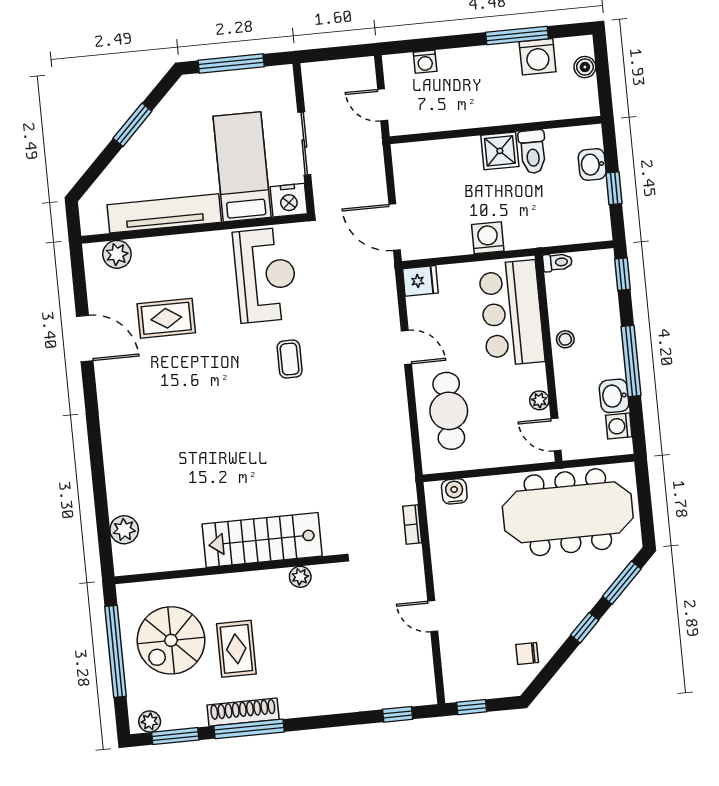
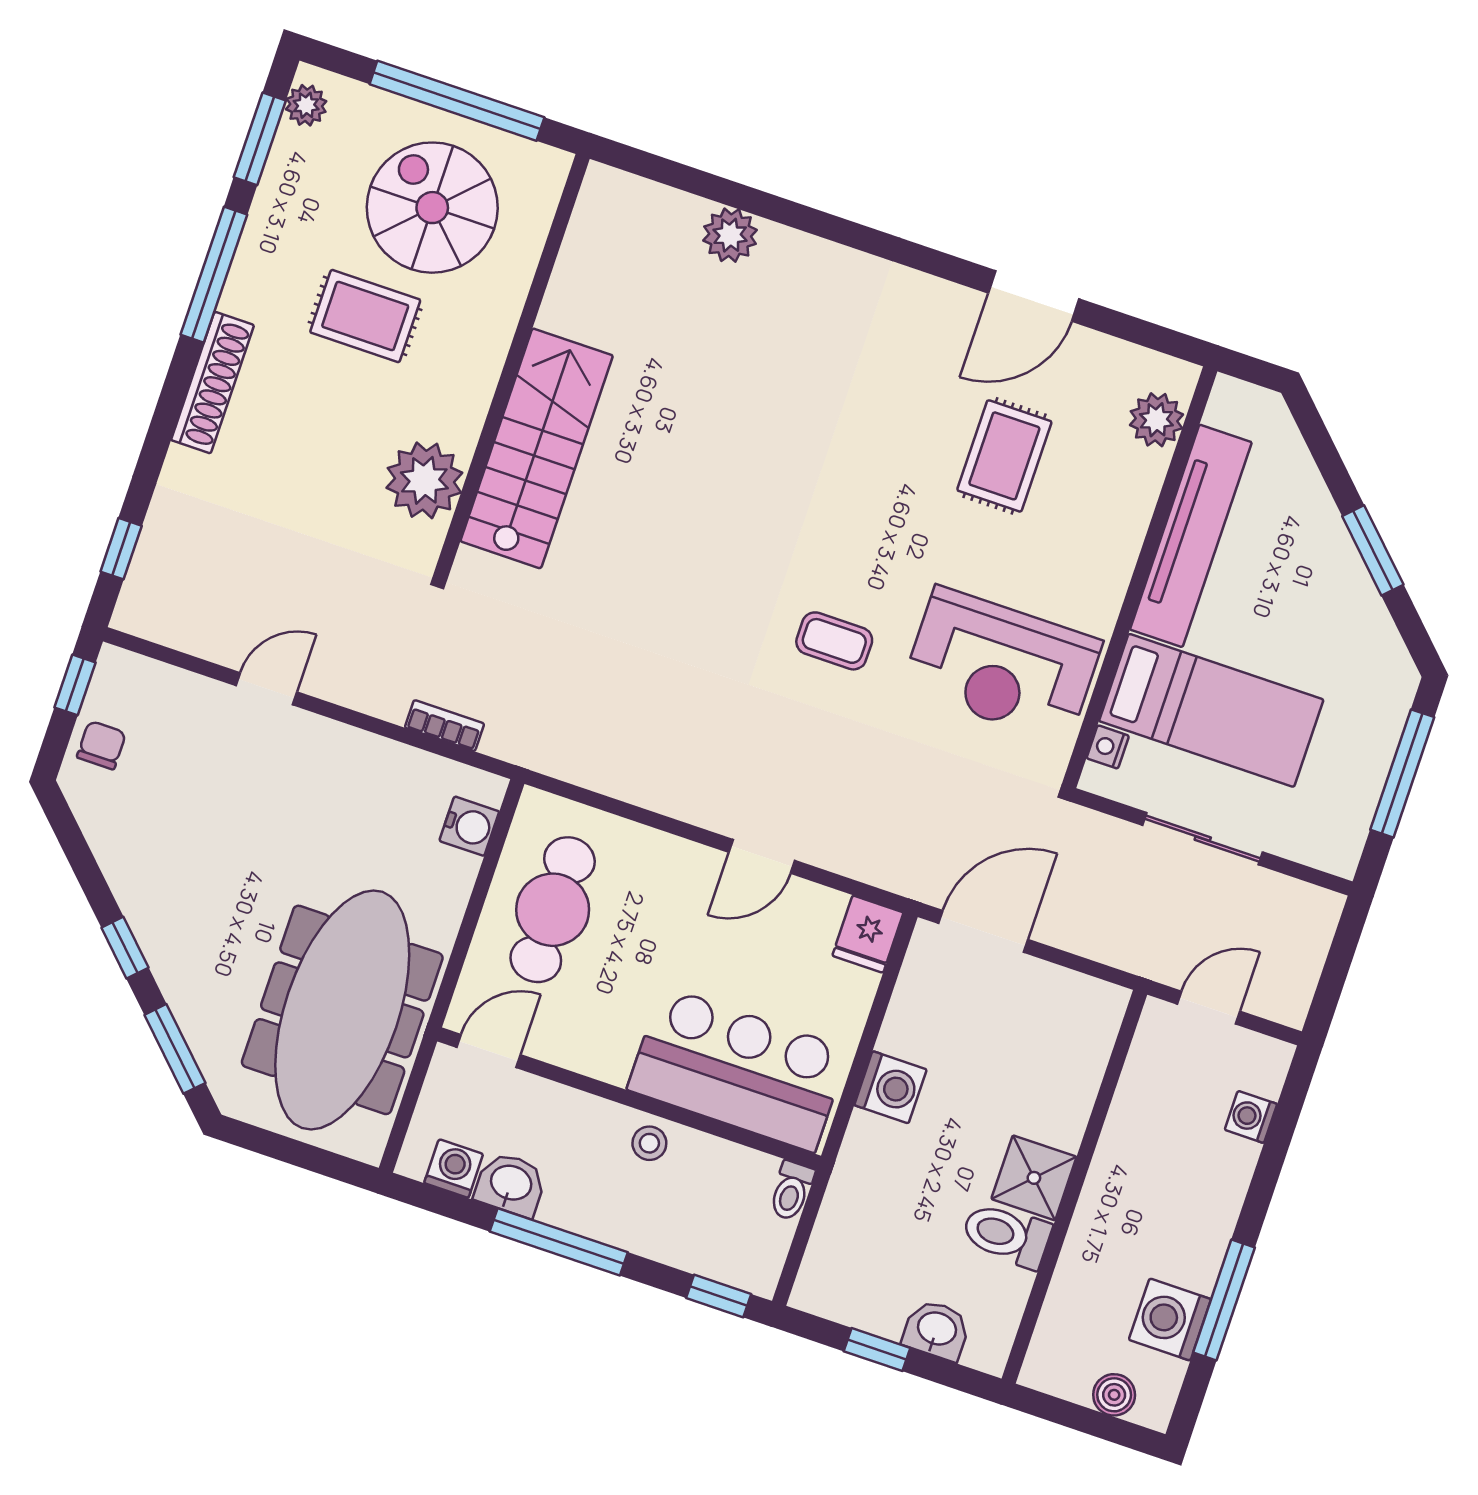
nightstand: (289, 200) -> (1108, 747), width x0.53, depth x0.56
plant: (539, 400) -> (562, 1049), removed
cafe table: (449, 411) -> (553, 910), moved, turned 90
plant: (124, 530) -> (730, 235), moved
plant: (300, 577) -> (424, 480), width x1.87, depth x1.87
chair: (527, 654) -> (101, 745), moved
shoe rack: (243, 712) -> (213, 383), moved

